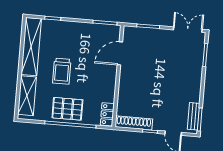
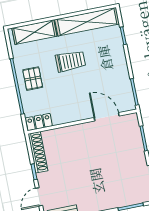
trolley: (62, 71) -> (70, 61), turned 180
pallet: (67, 109) -> (33, 79), width x0.67, depth x0.71

